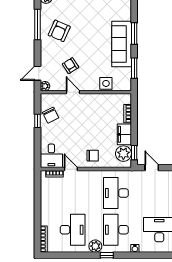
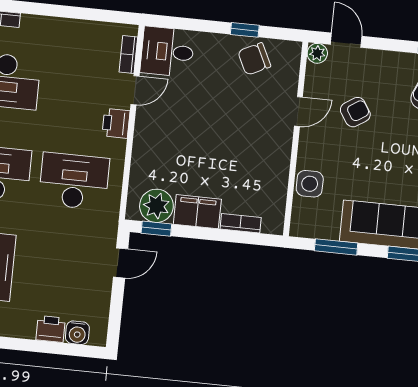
chair: (93, 156) -> (159, 140), removed
printer: (87, 176) -> (116, 123), added

